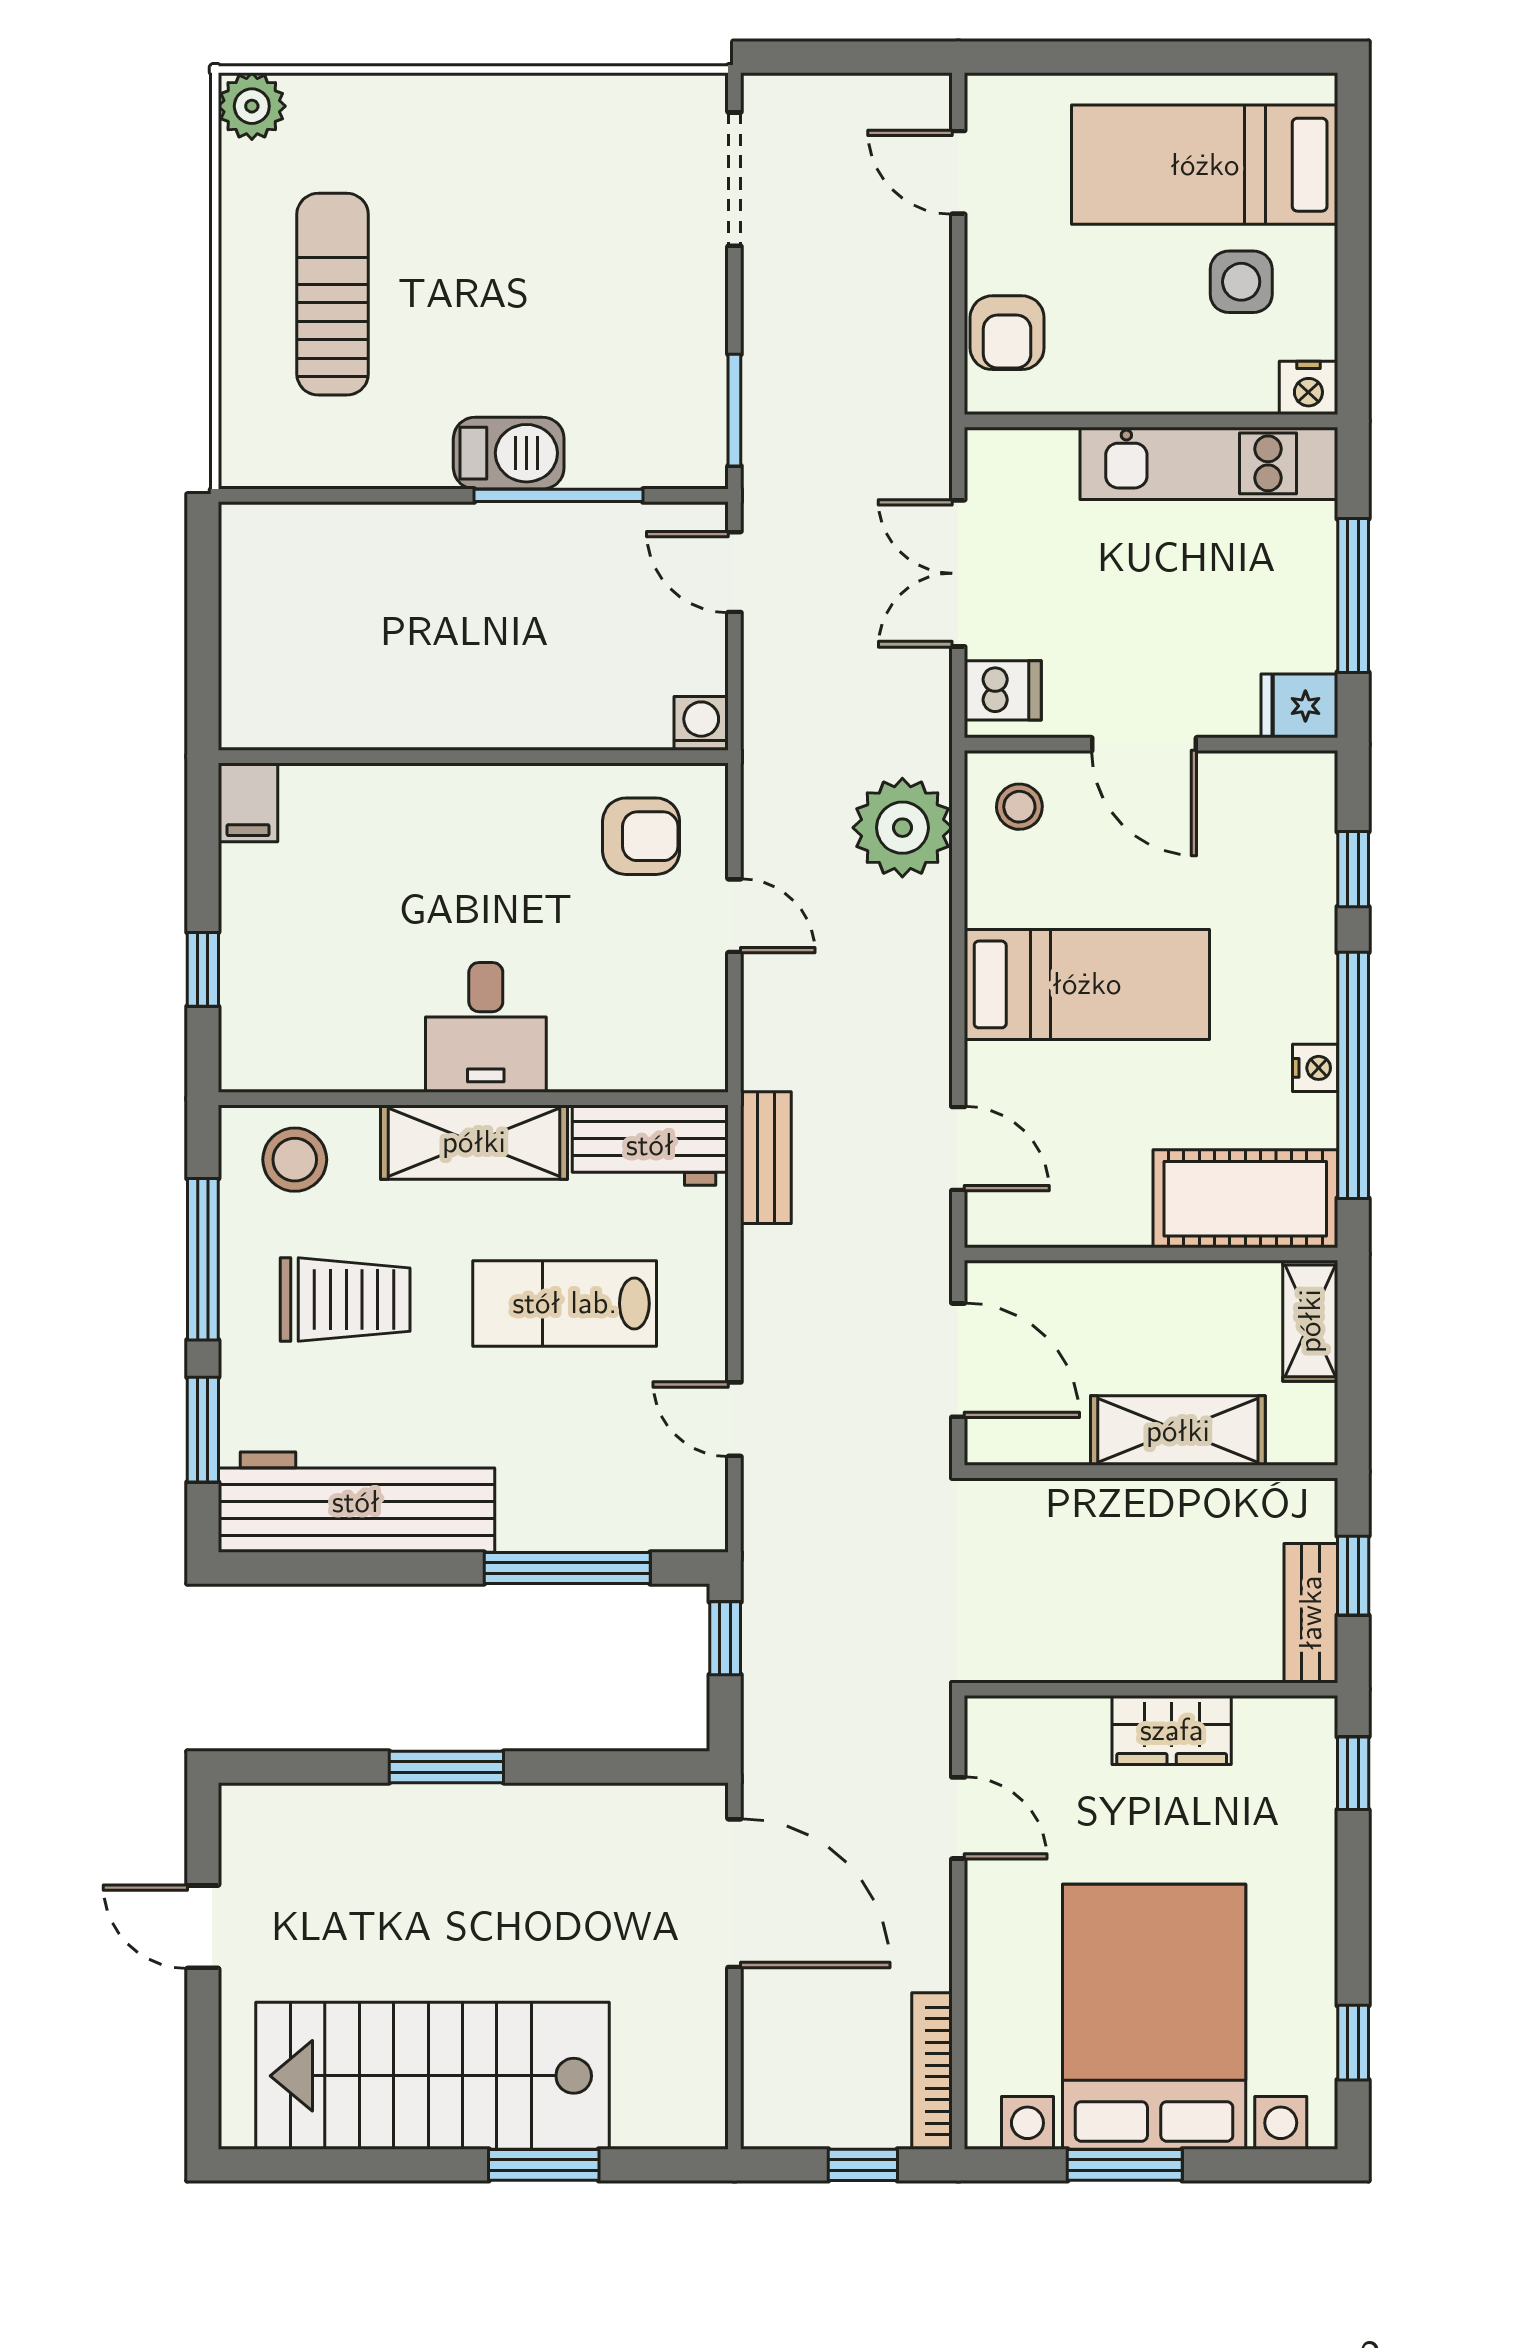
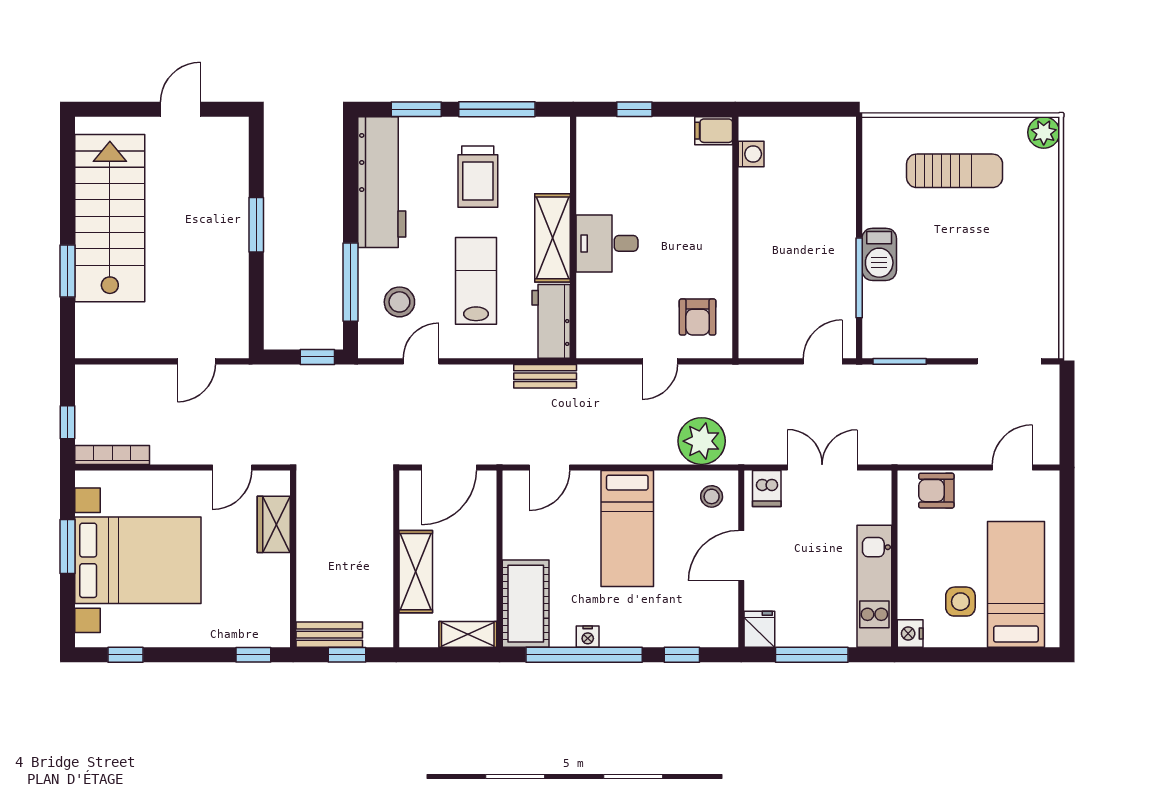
washing machine: (701, 723) -> (751, 154), moved
stool: (295, 1160) -> (399, 302), moved
wardrobe: (1172, 1730) -> (274, 524), moved
door: (734, 1893) -> (196, 361), width x0.53

